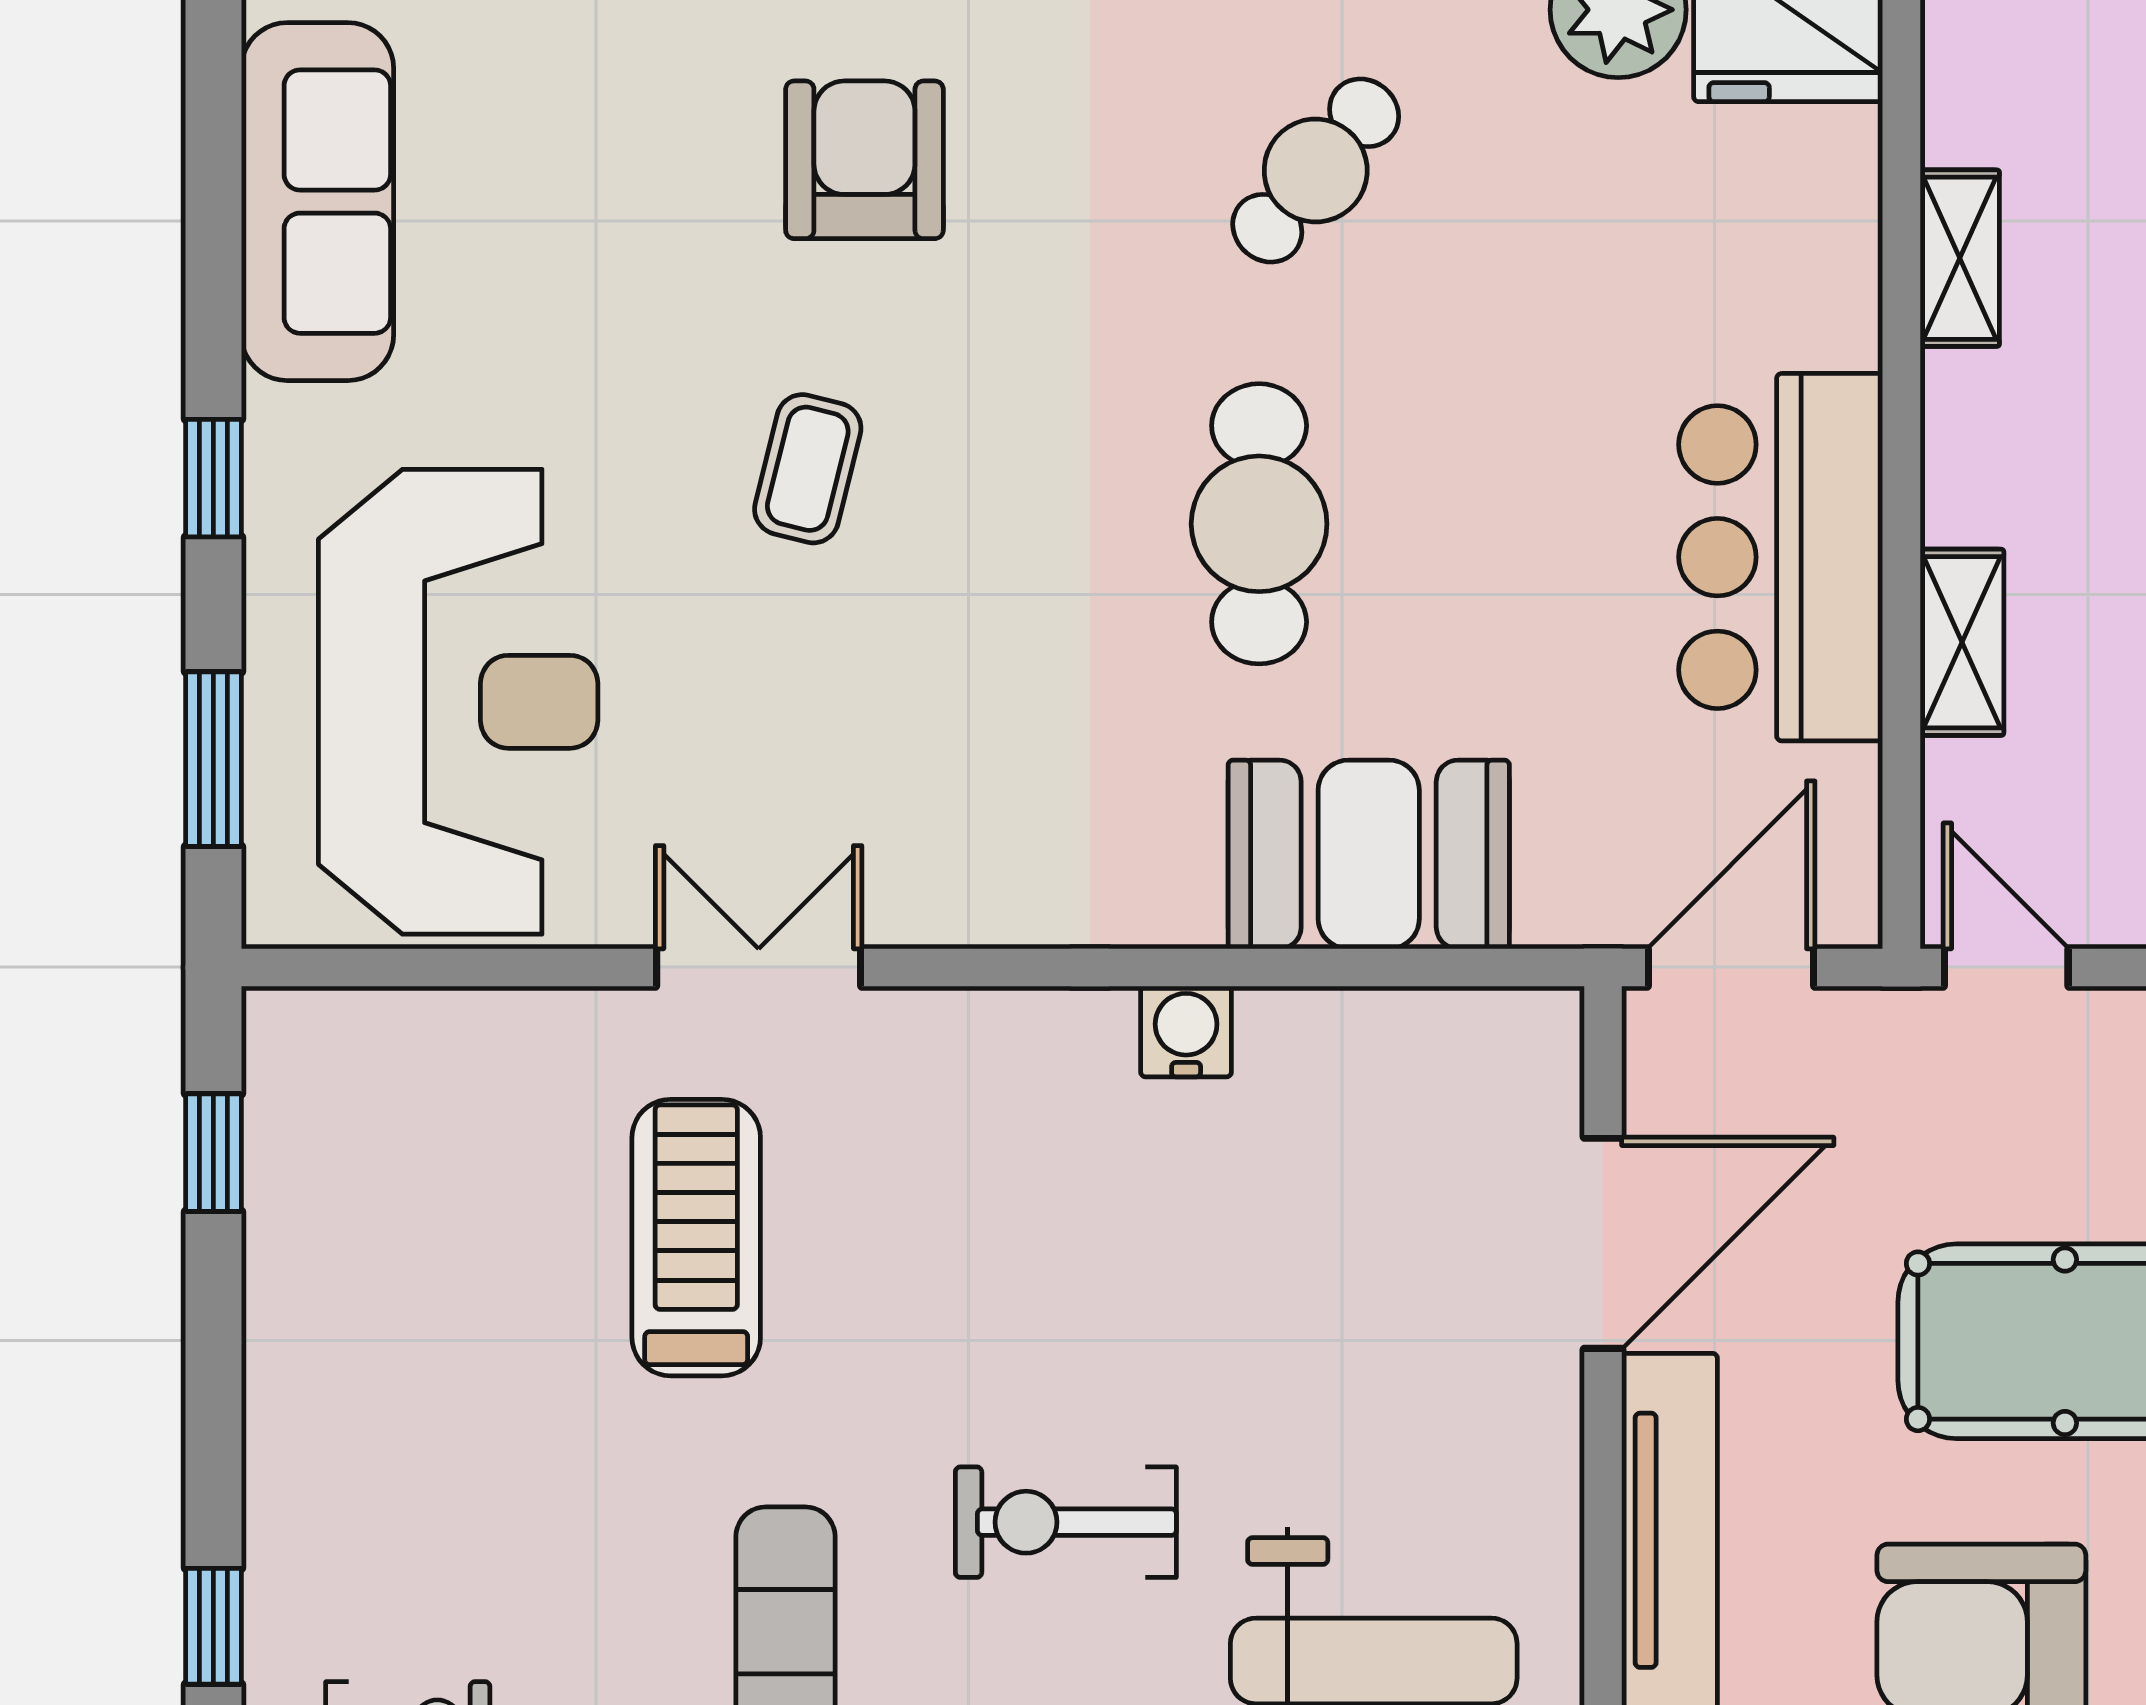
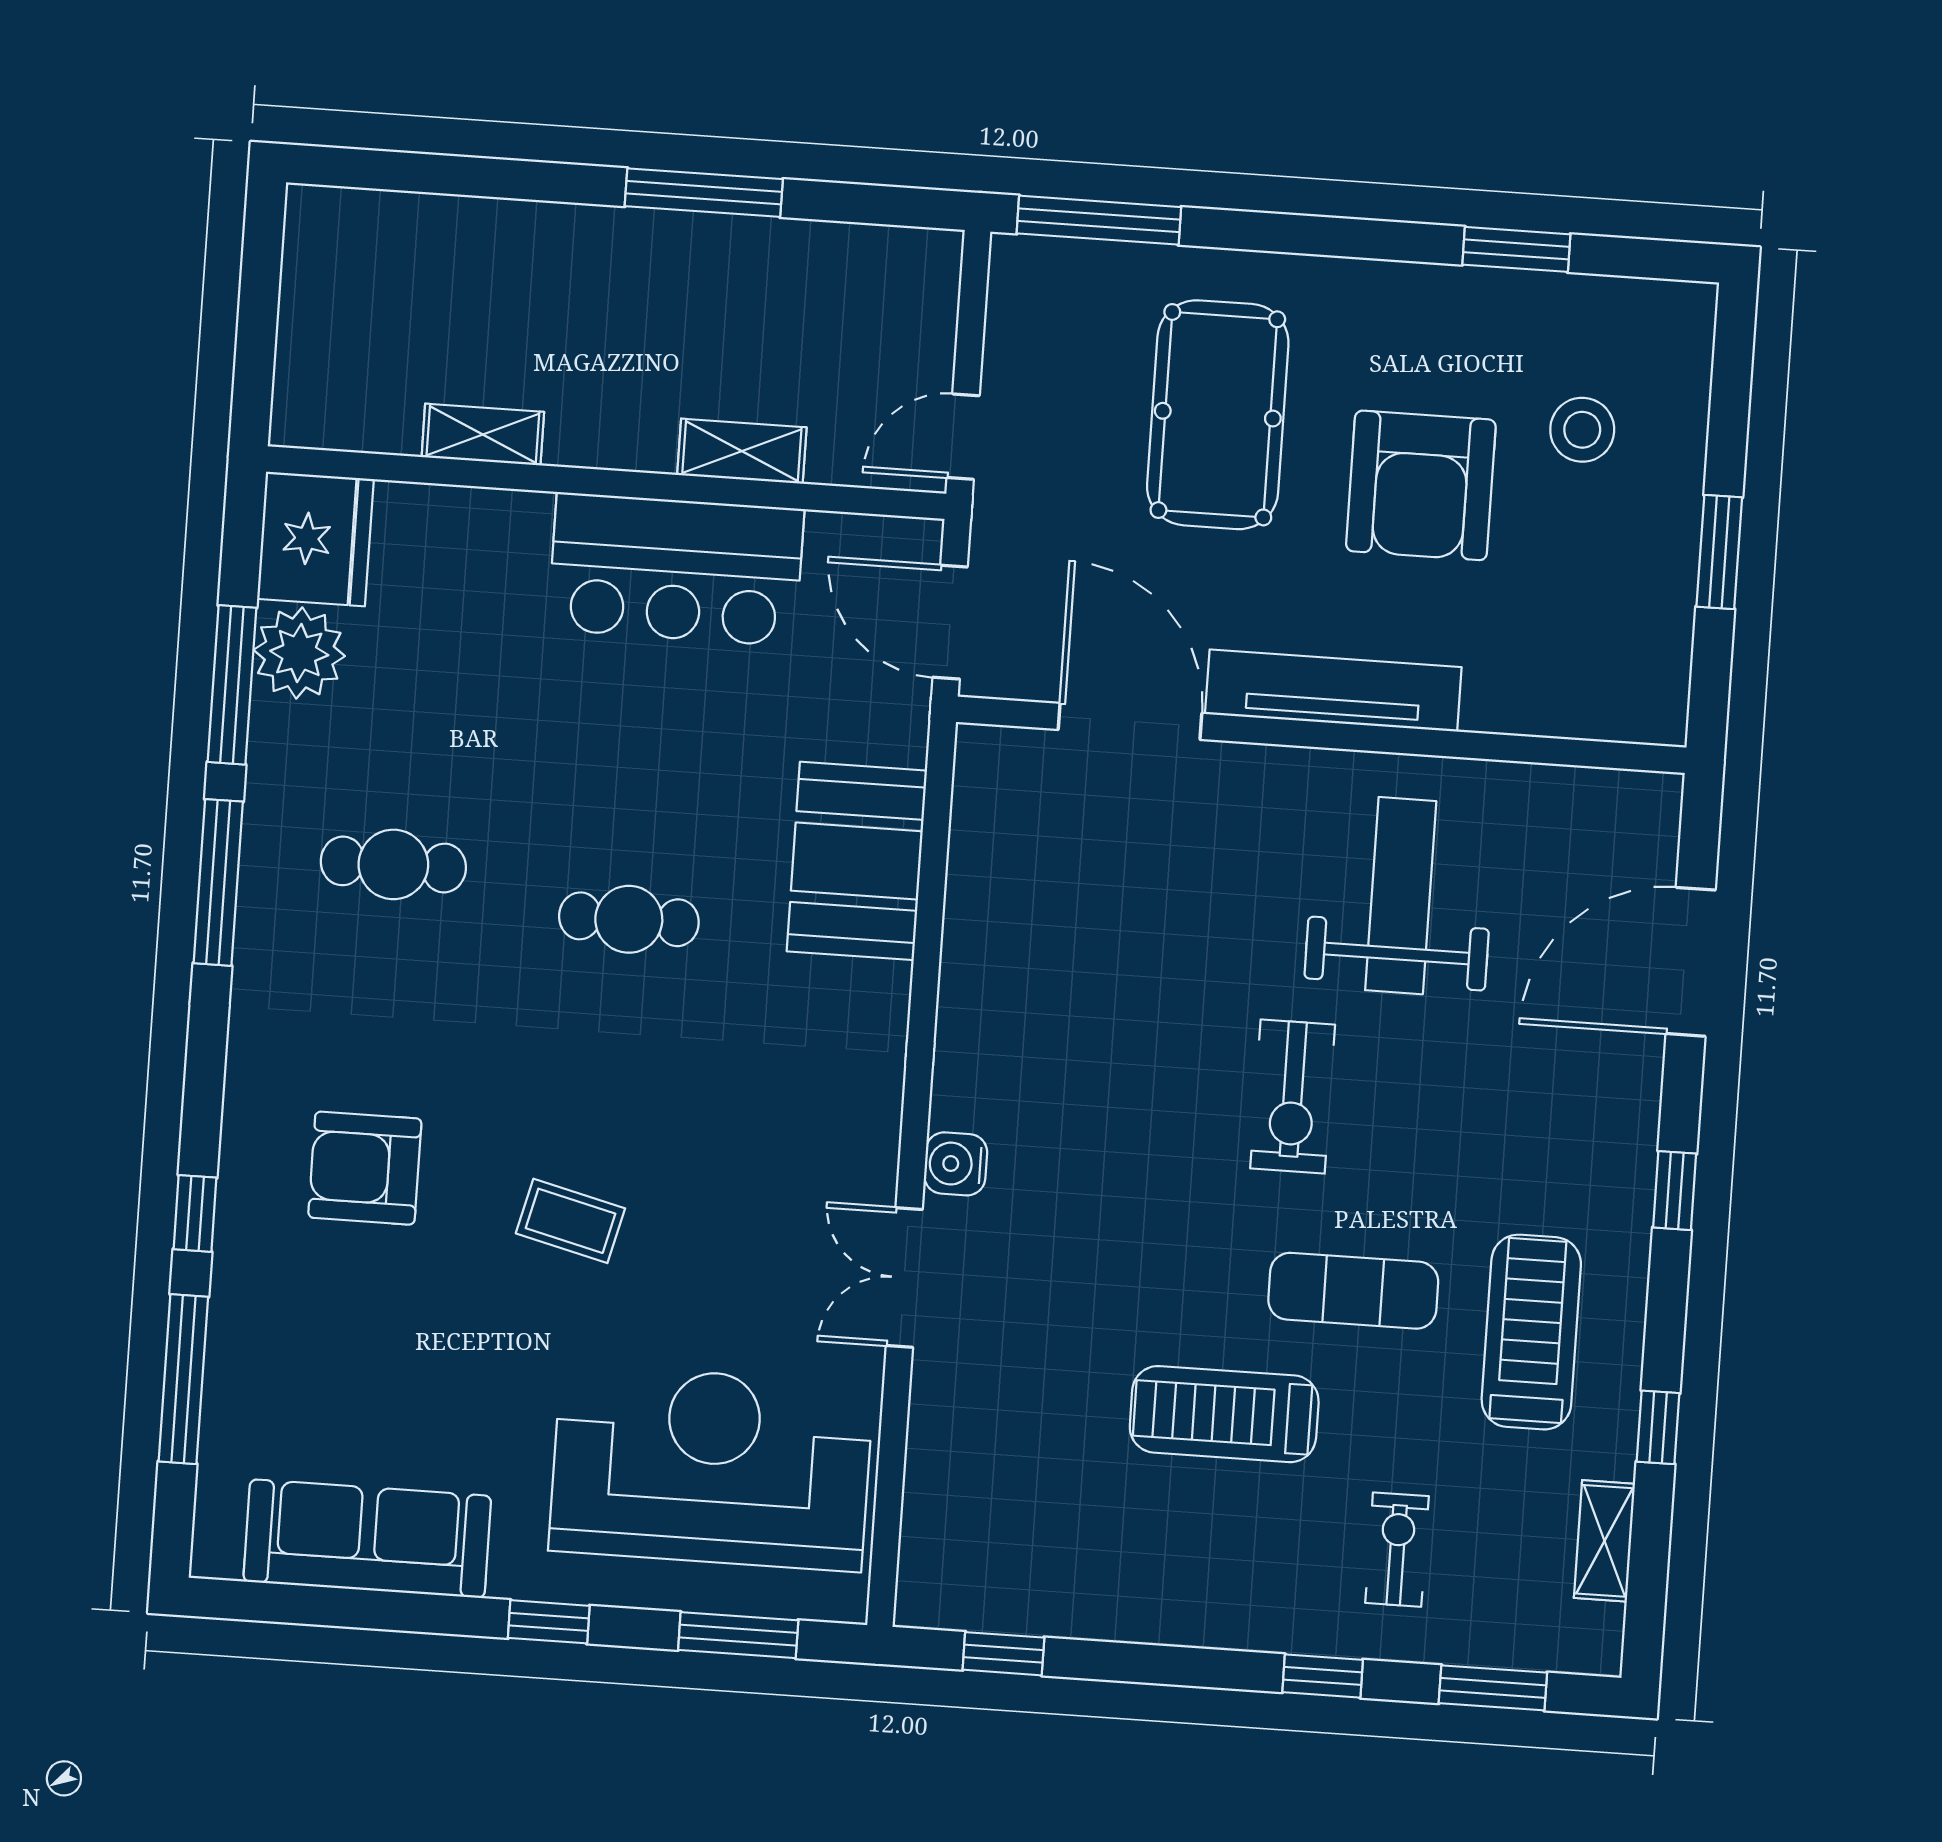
cafe table: (1316, 170) -> (393, 864), turned -40
cafe table: (1259, 524) -> (629, 919), width x0.73, depth x0.74
water cooler: (1186, 1031) -> (956, 1164), moved
treadmill: (696, 1238) -> (1224, 1414), moved

